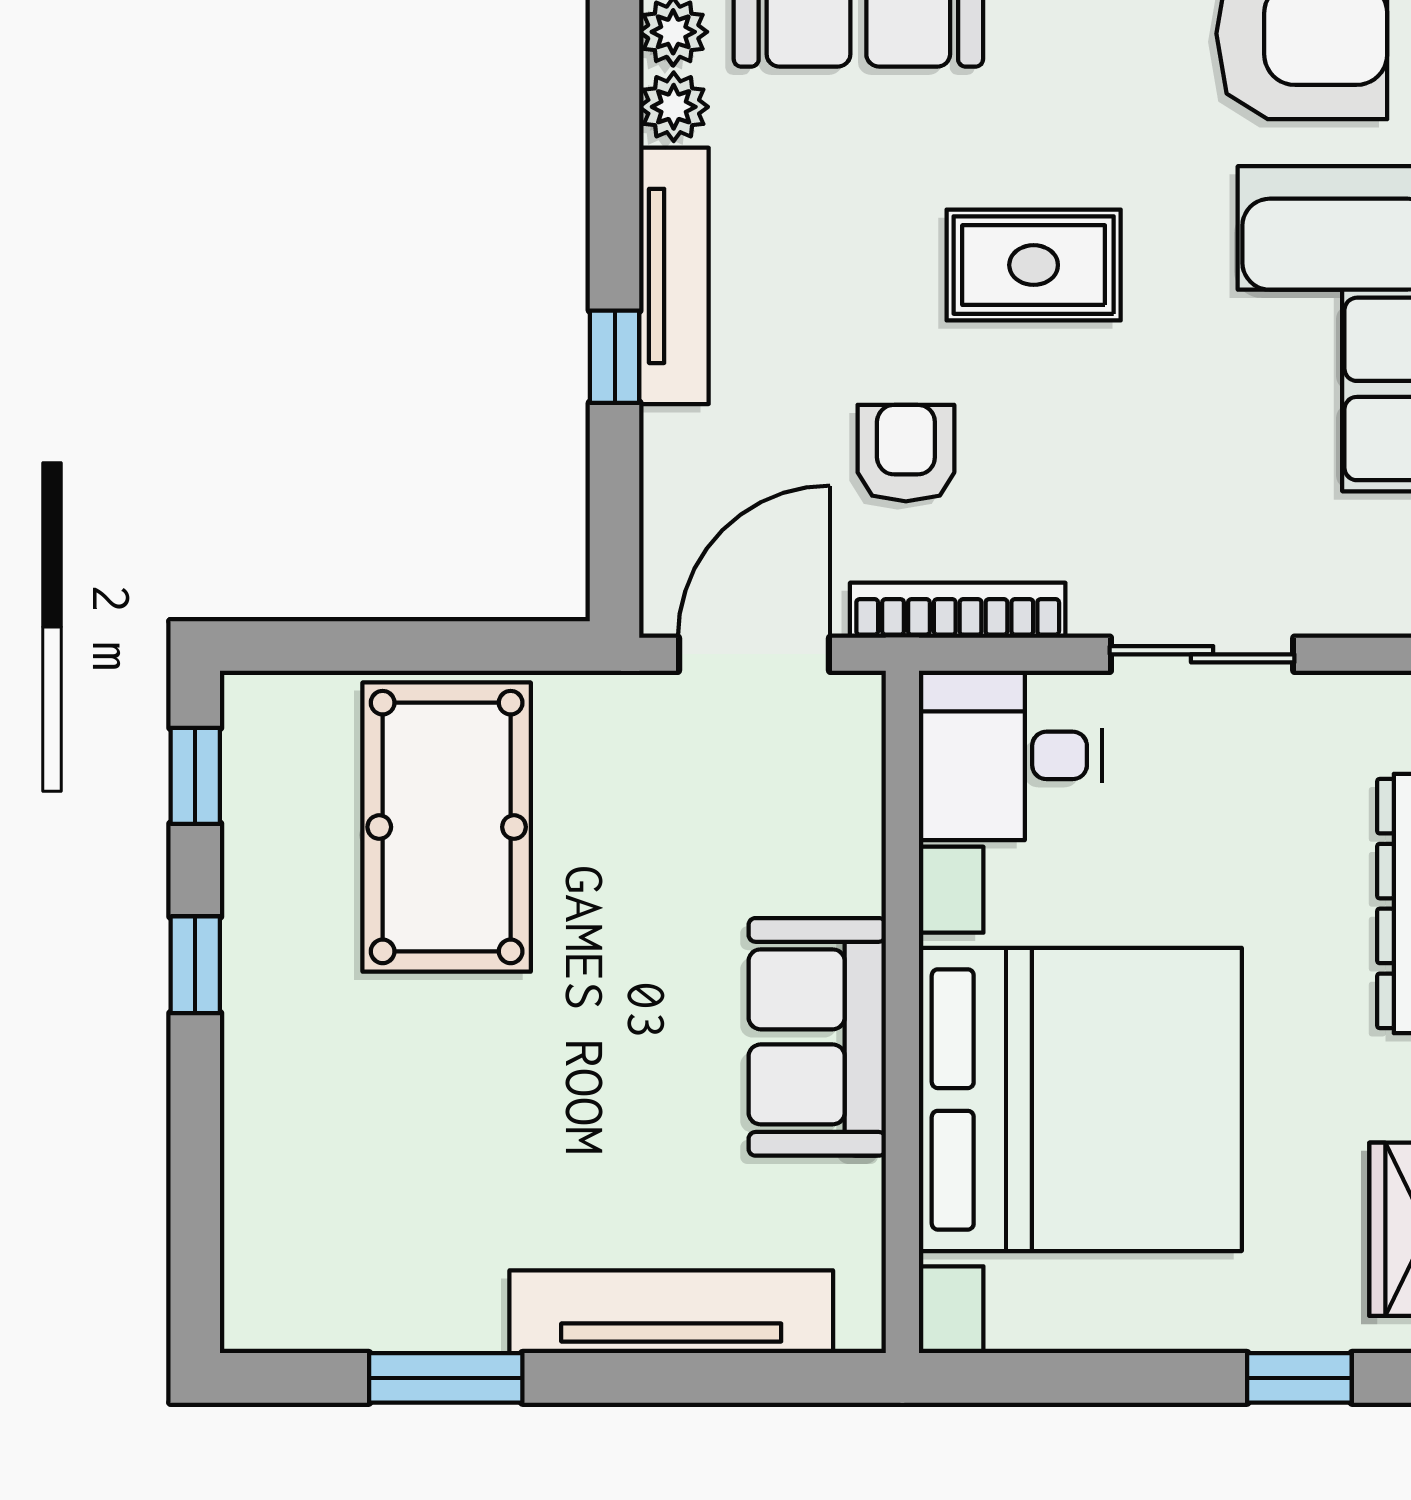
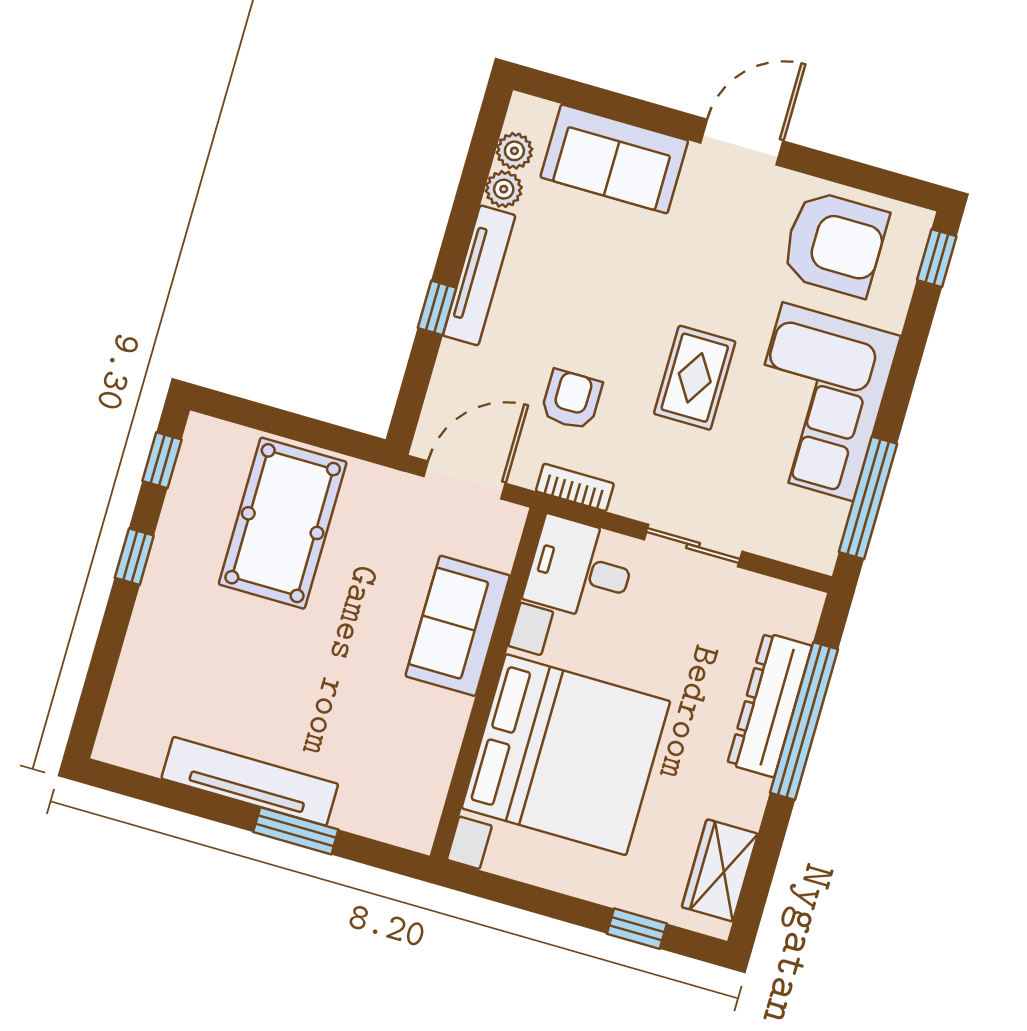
rug: (1034, 265) -> (695, 378), moved, turned 90
bookcase: (958, 610) -> (575, 487), width x0.64
sofa: (817, 1037) -> (458, 626), moved
tv unit: (671, 1312) -> (250, 781), moved
window: (446, 1378) -> (296, 831), moved

